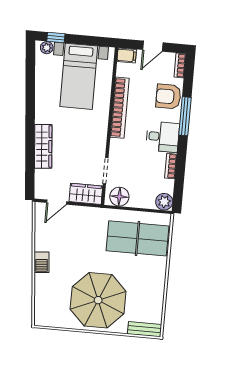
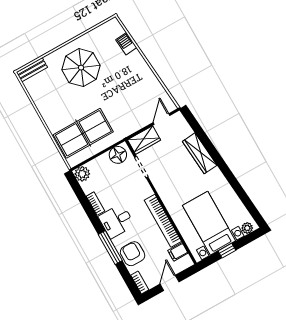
window: (56, 38) -> (227, 251), moved
filing cabinet: (127, 55) -> (178, 252), moved
armchair: (168, 96) -> (133, 254), turned -90
barbecue: (42, 262) -> (126, 44), moved
parasol: (98, 300) -> (81, 68), width x0.73, depth x0.73

